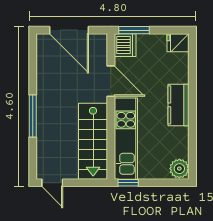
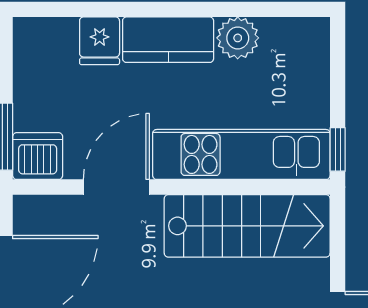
fridge: (178, 43) -> (100, 41), moved
plant: (179, 169) -> (238, 38), moved

